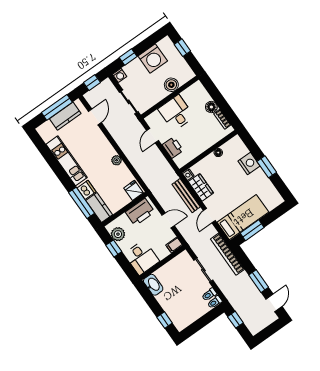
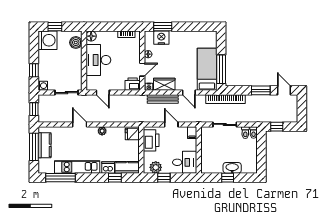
washing machine: (153, 59) -> (47, 40), moved
boiler: (171, 85) -> (76, 42), moved
floor lamp: (211, 107) -> (91, 36), moved
desk: (176, 113) -> (98, 60), width x1.37
door: (95, 117) -> (80, 124), moved
printer: (173, 148) -> (133, 84), moved
window: (46, 152) -> (61, 178), added
door: (200, 157) -> (142, 70), added
nightstand: (249, 163) -> (161, 38), moved
window: (267, 167) -> (163, 27), moved
window: (82, 203) -> (115, 178), width x0.46
door: (168, 220) -> (171, 124), hinge flipped
window: (252, 230) -> (221, 69), width x1.44
washbasin: (153, 285) -> (232, 168), moved
window: (165, 320) -> (228, 178), moved

